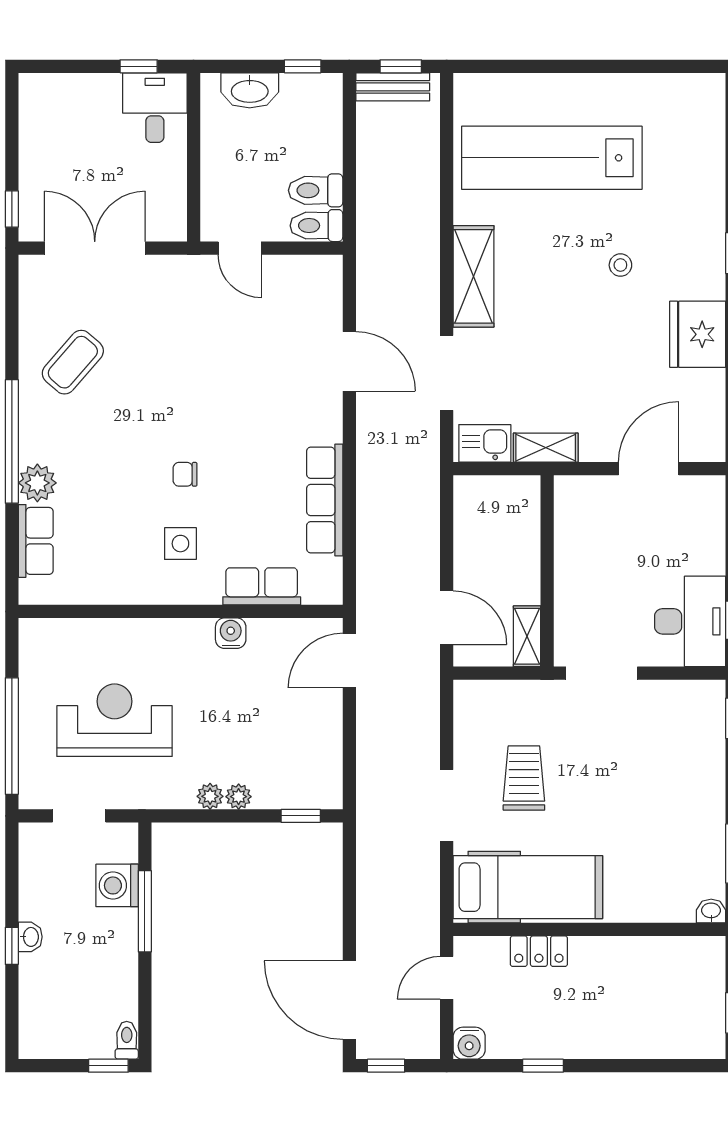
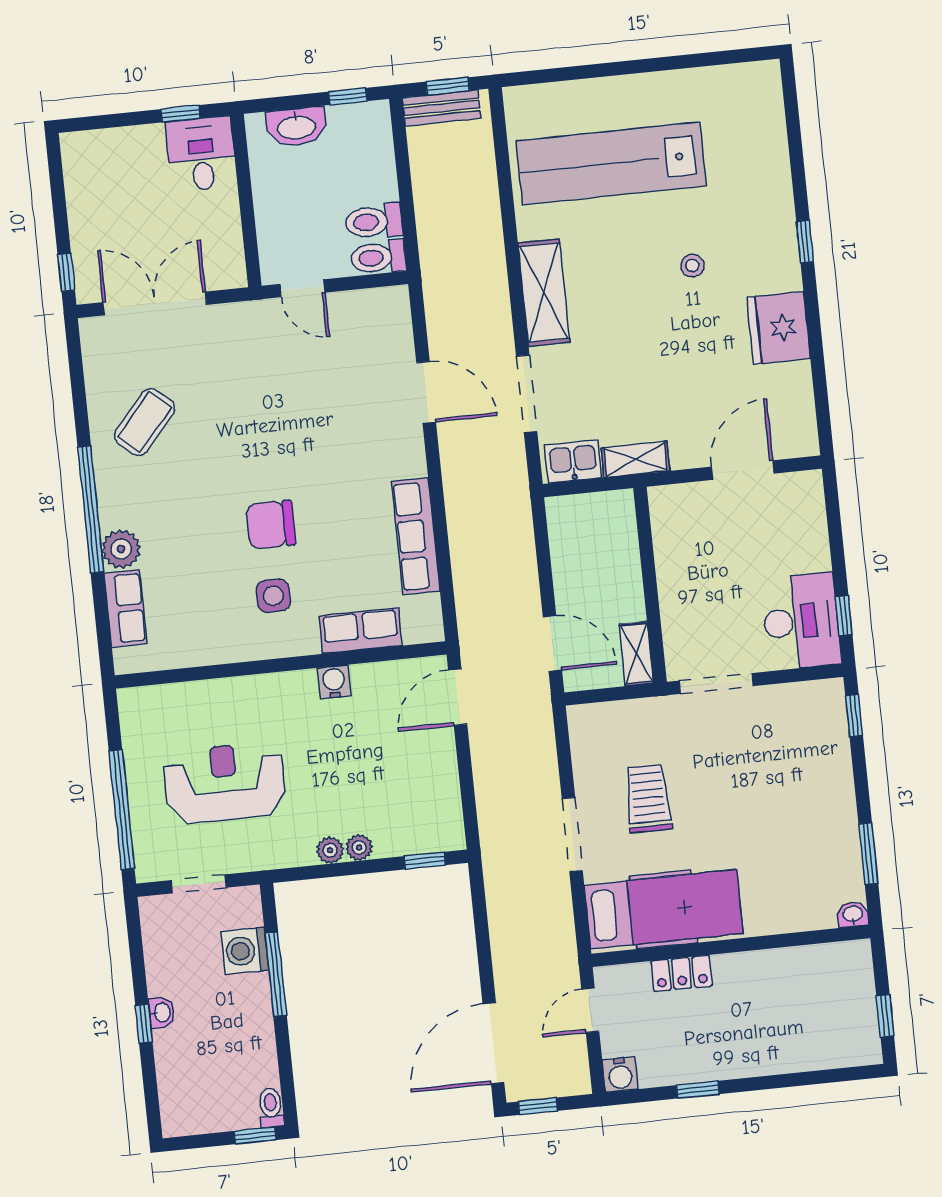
chair: (185, 474) -> (271, 525), width x1.87, depth x1.87
door: (349, 1000) -> (493, 1043), hinge flipped

